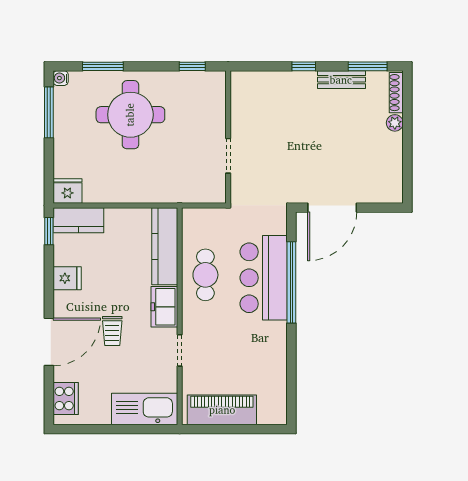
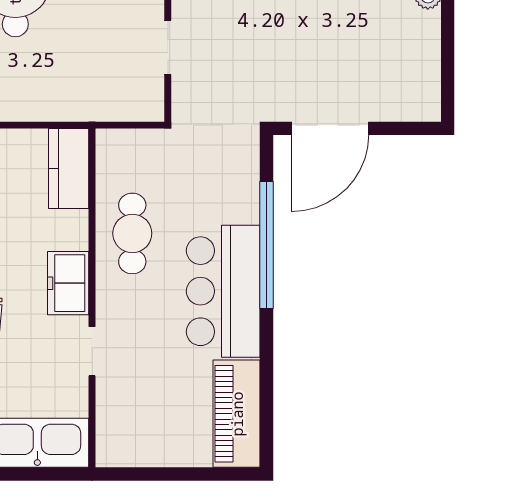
kitchen counter: (165, 246) -> (69, 169), width x0.67
bar counter: (264, 278) -> (223, 291), moved
piano: (222, 410) -> (237, 414), moved, turned -90

